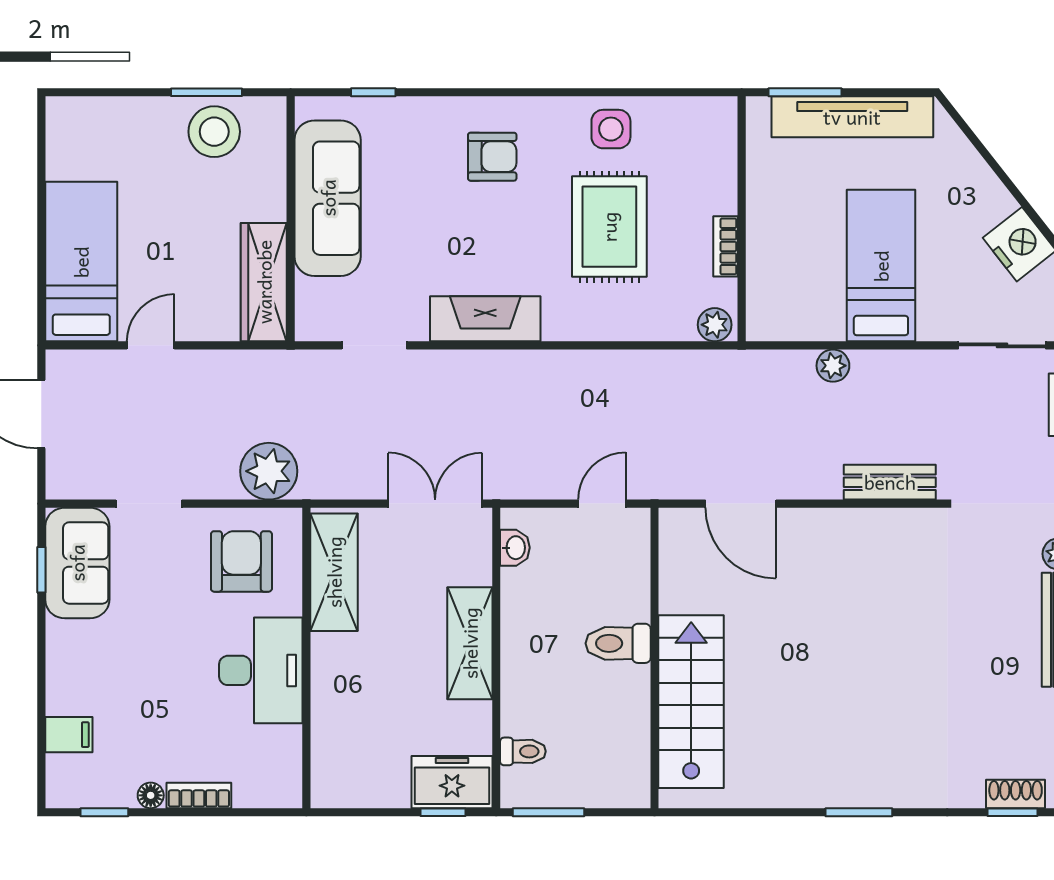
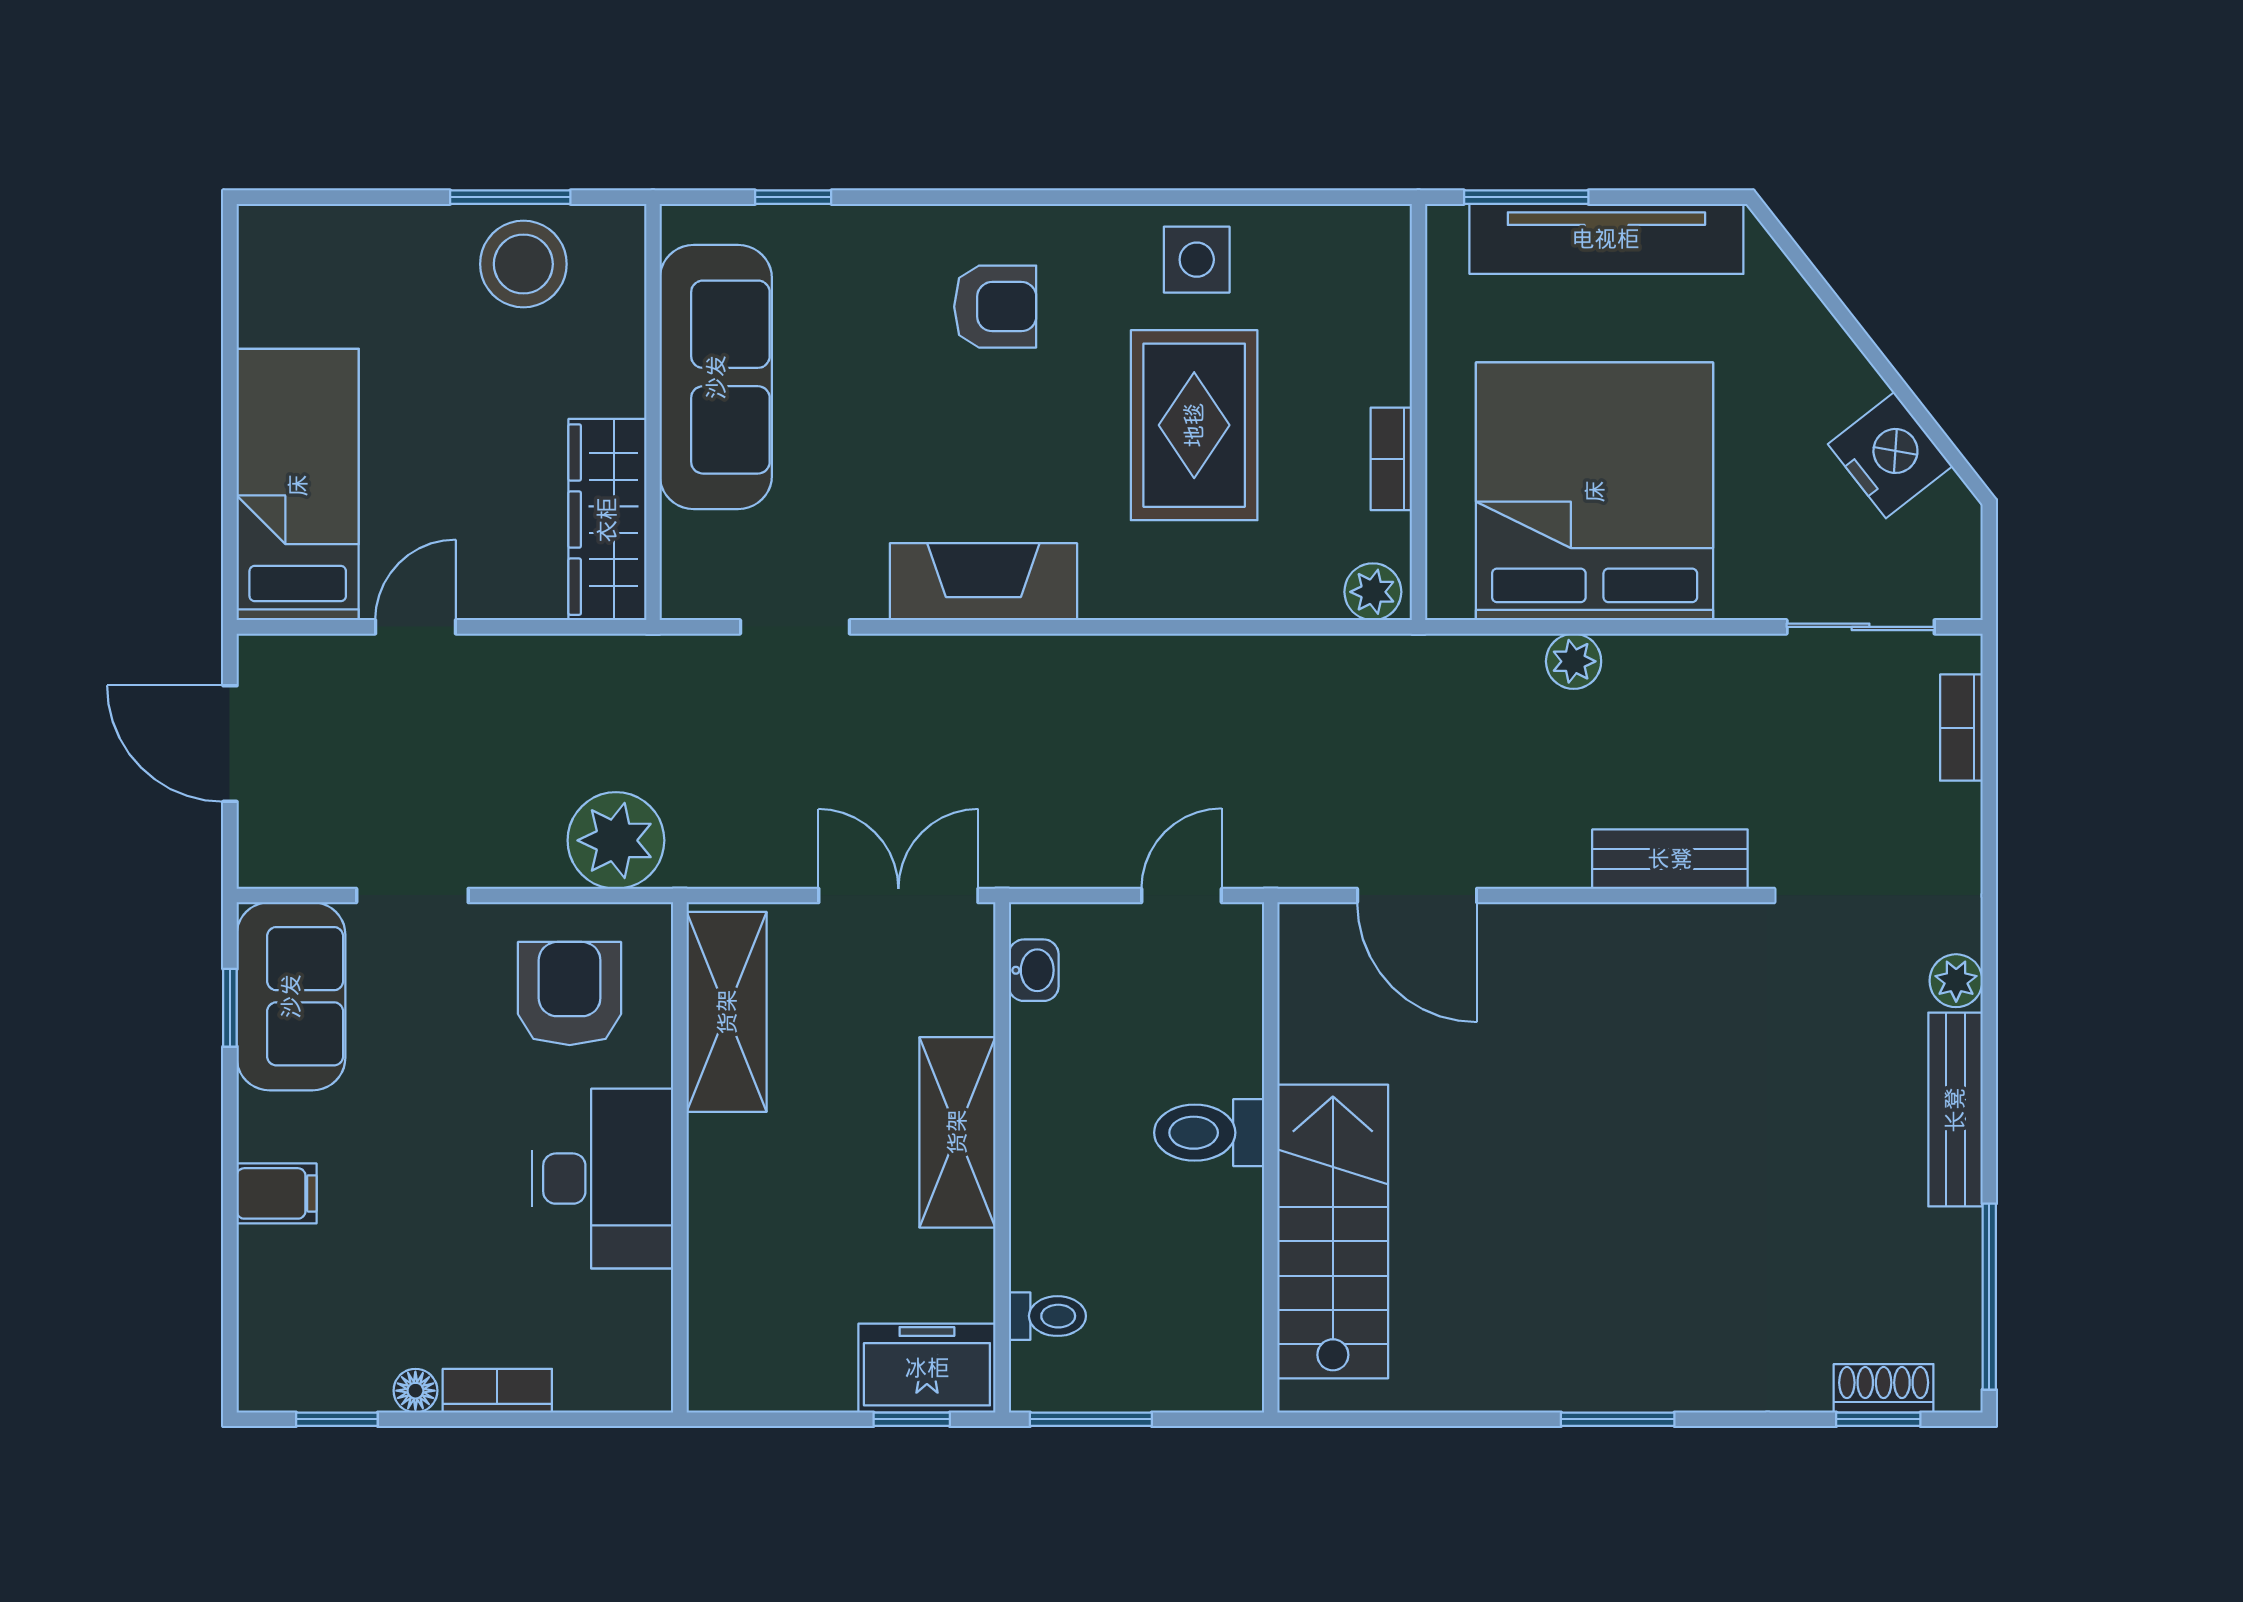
bed: (881, 266) -> (1595, 491), width x2.04
filing cabinet: (69, 735) -> (277, 1193), moved

